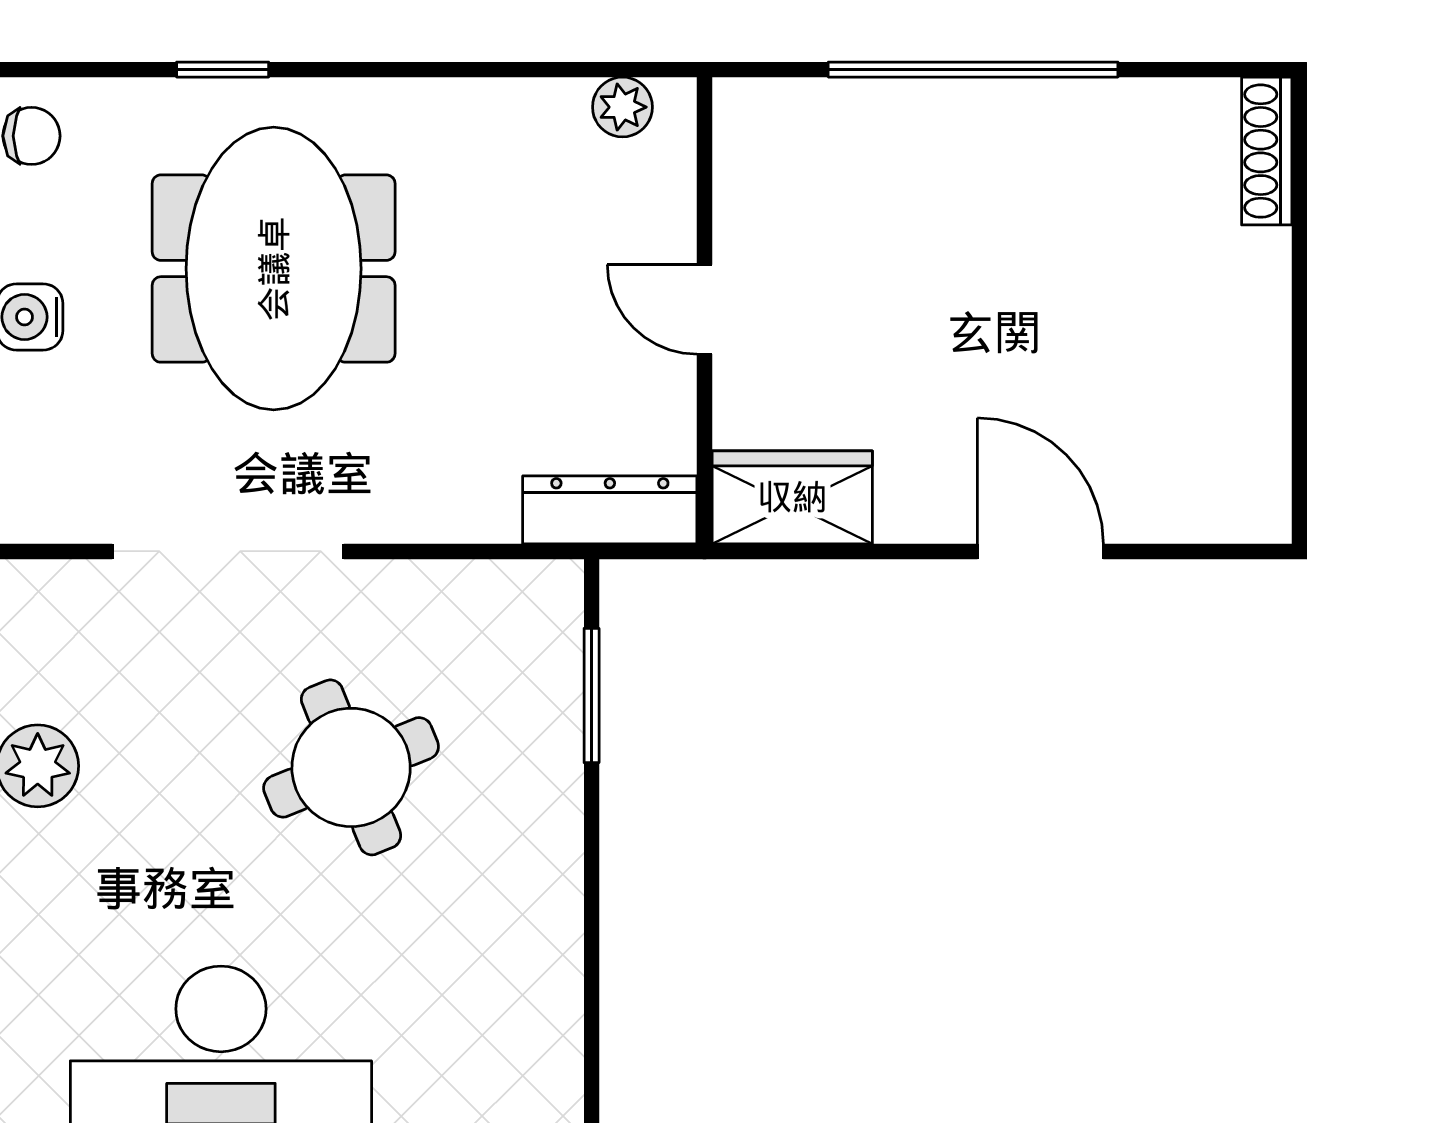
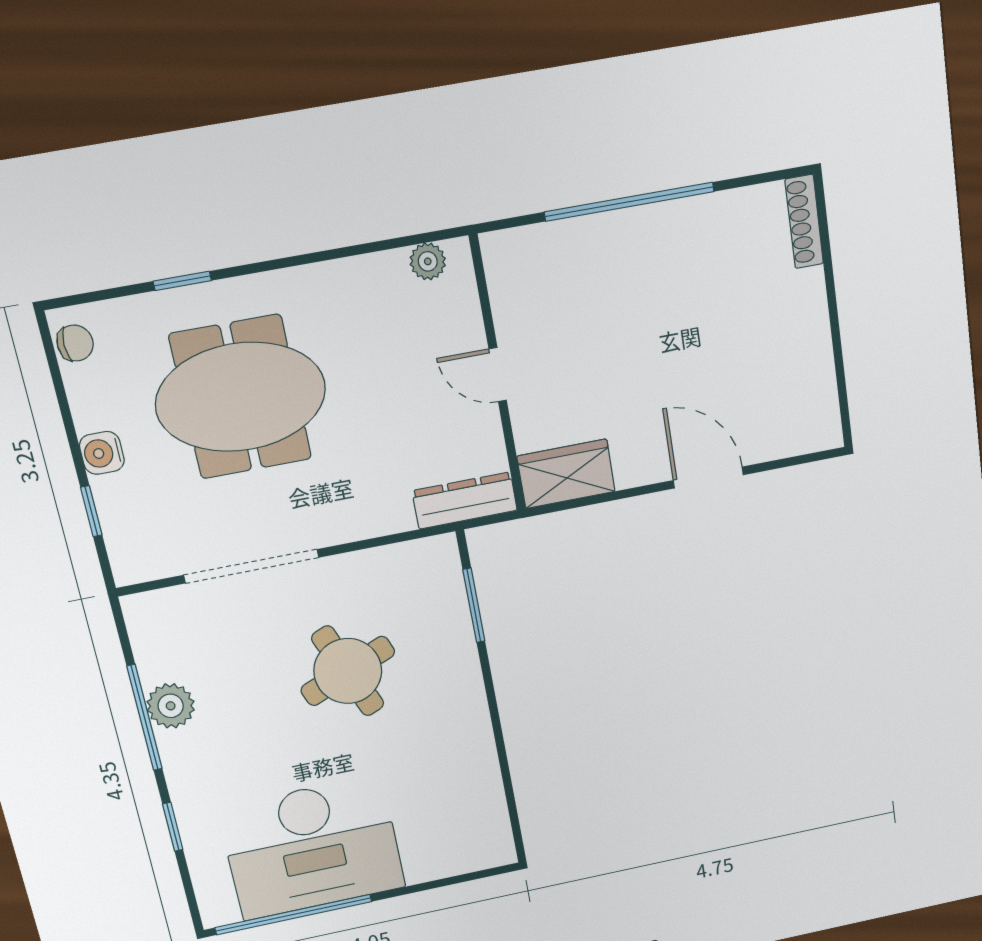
meeting table: (274, 269) -> (241, 397), turned 90

